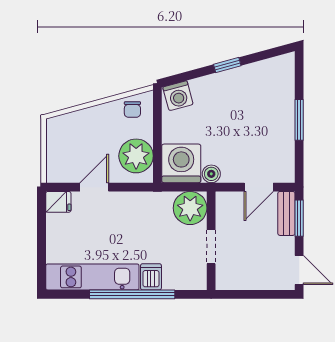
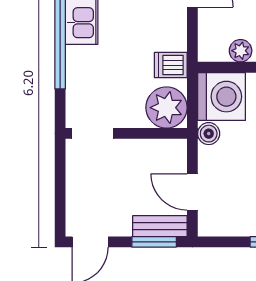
plant: (136, 156) -> (241, 51), width x0.53, depth x0.53
doorway: (211, 247) -> (92, 133), moved
dishwasher: (151, 277) -> (171, 65), moved, turned 180

